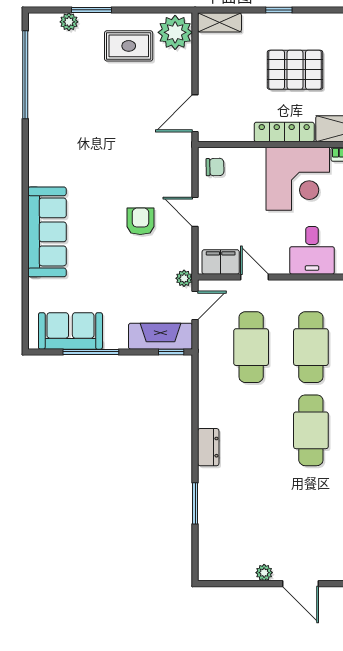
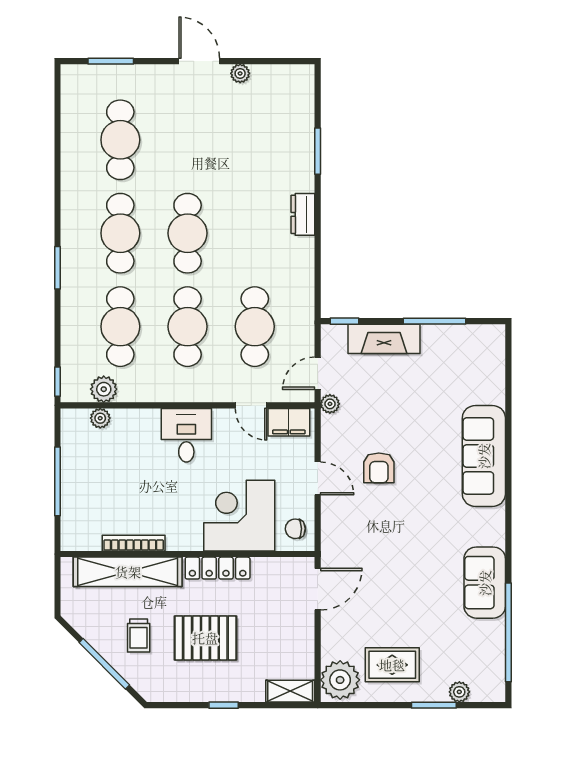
corner desk: (298, 179) -> (239, 516), moved
sofa: (70, 331) -> (485, 583), moved, turned 90
fireplace: (161, 336) -> (384, 339), moved

